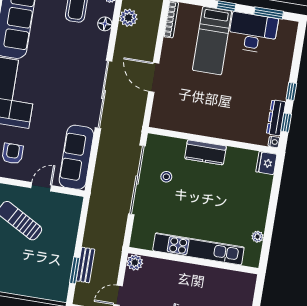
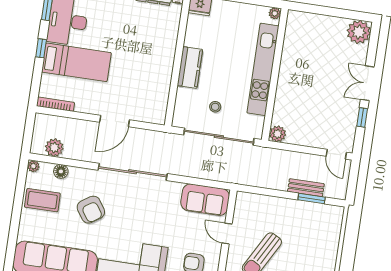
armchair: (67, 53) -> (91, 210), added
sofa: (76, 157) -> (205, 200), width x0.73
kitchen unit: (198, 249) -> (263, 69), moved
wall: (193, 261) -> (275, 75), moved
plant: (135, 262) -> (278, 134), moved

